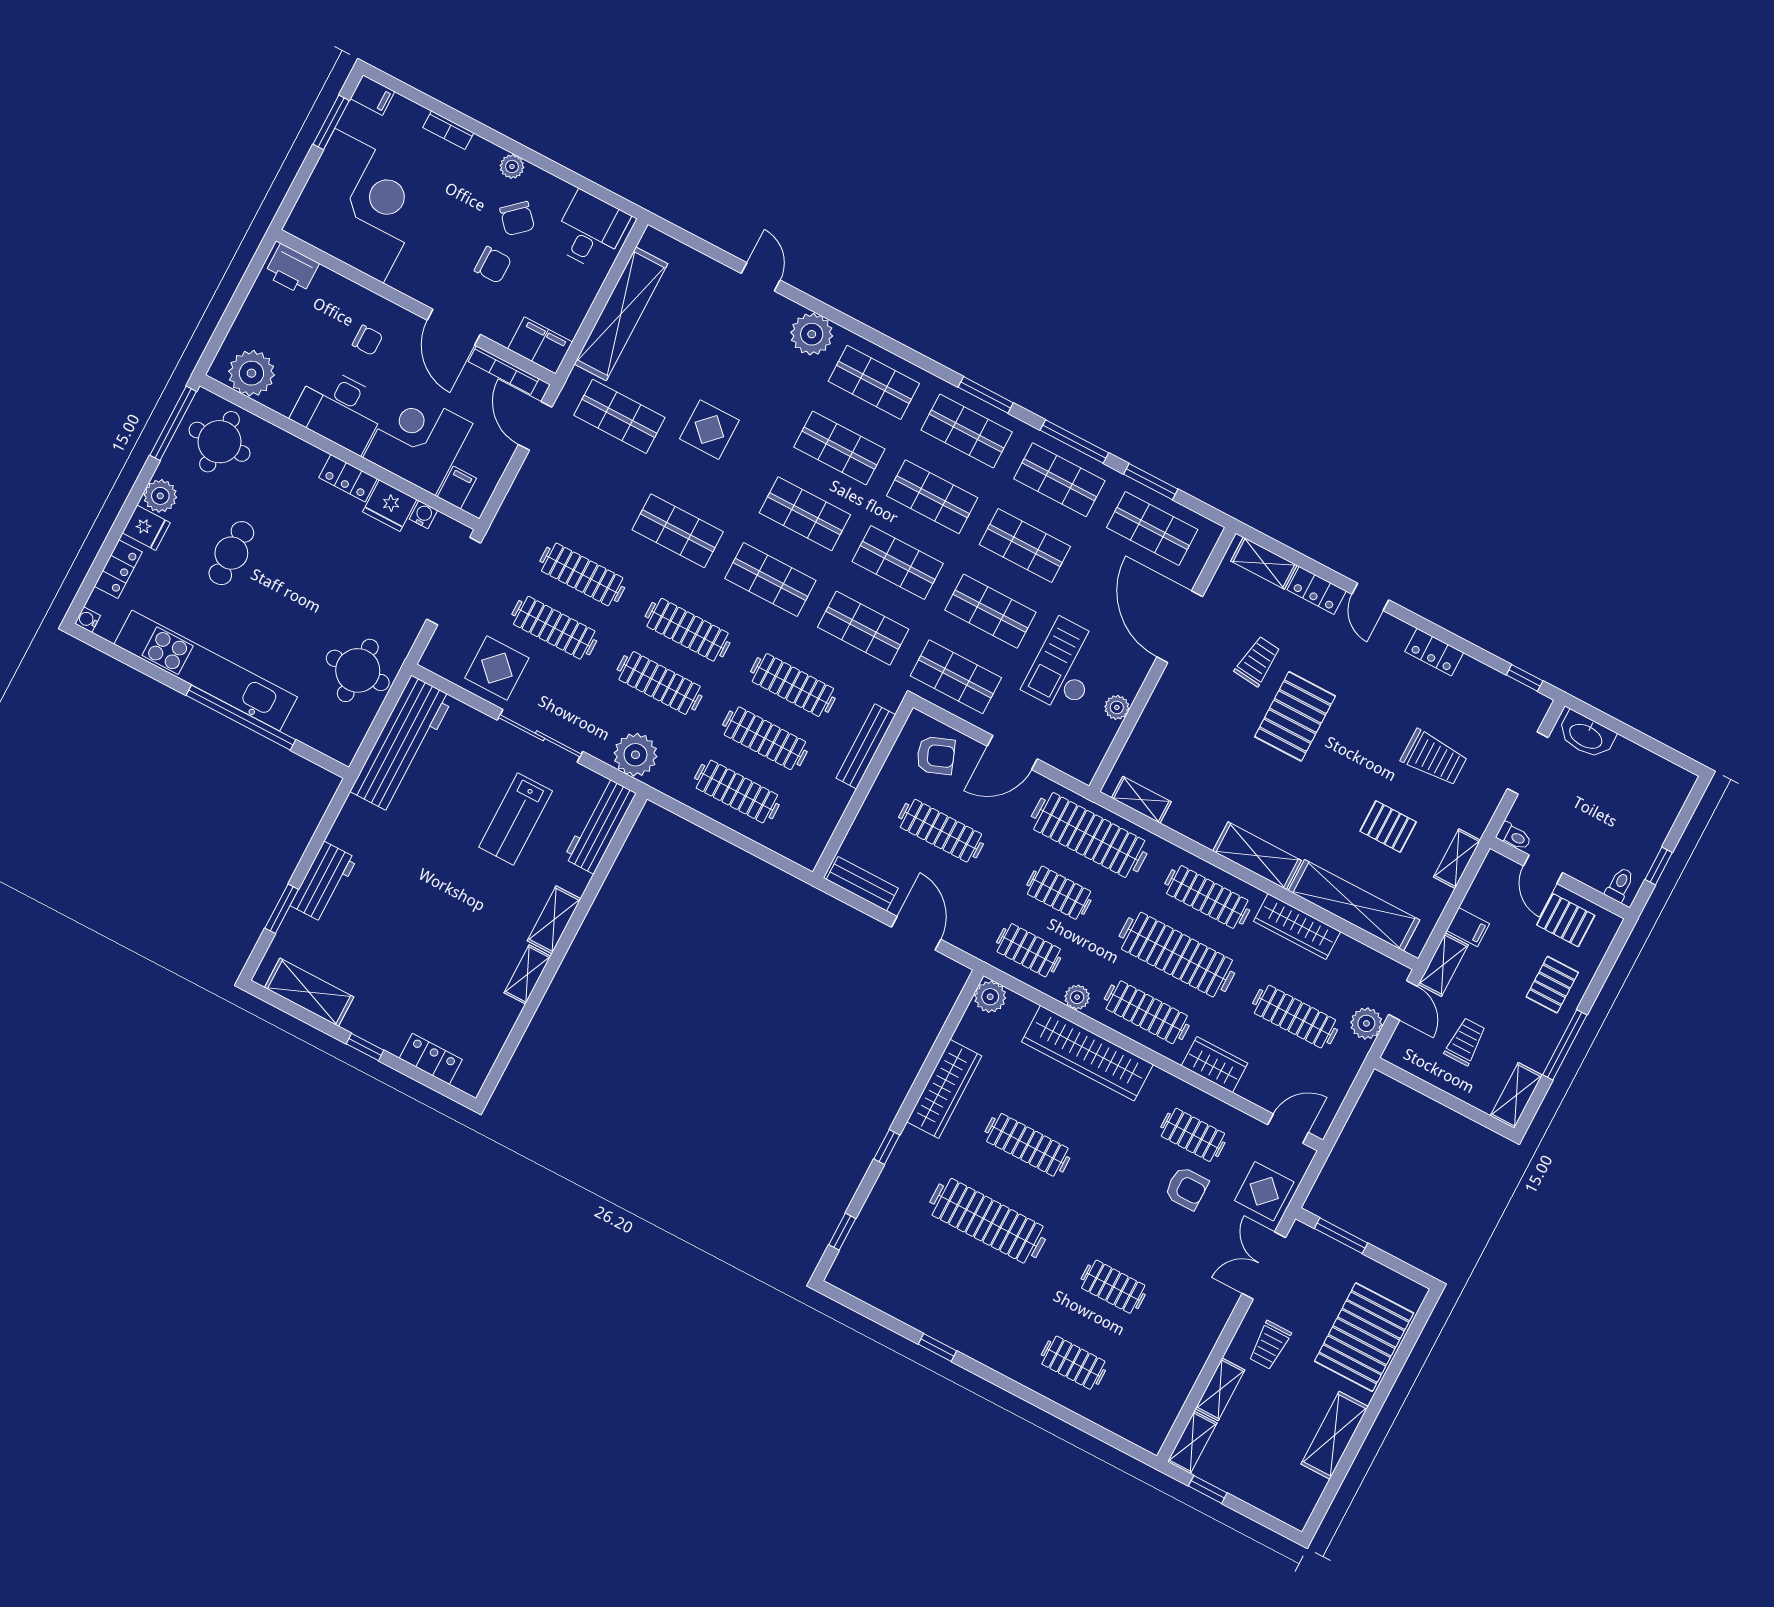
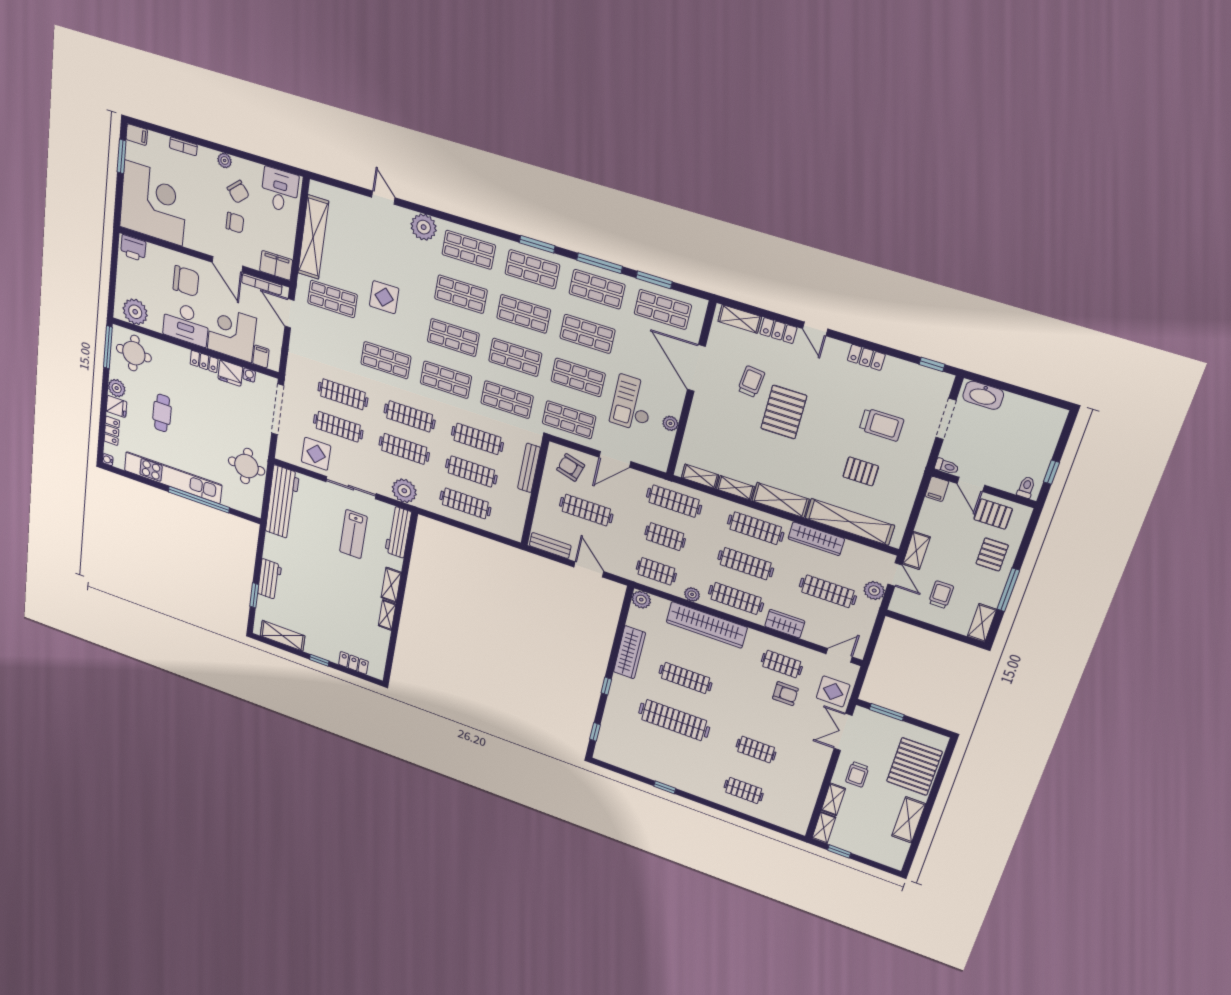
chair: (368, 340) -> (186, 281), width x1.87, depth x1.87
armchair: (936, 756) -> (571, 467), turned -143
clothes rail: (1089, 835) -> (674, 501), width x0.73, depth x0.76
shelving: (1457, 859) -> (735, 488), moved, turned 90
filing cabinet: (1468, 927) -> (937, 489), moved, turned 90
clothes rail: (1177, 955) -> (746, 564), width x0.73, depth x0.76

